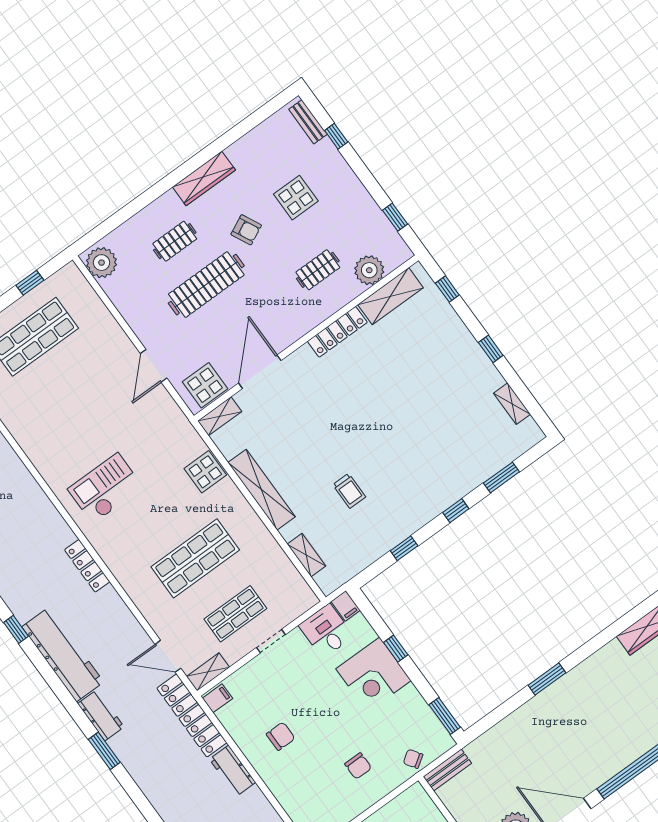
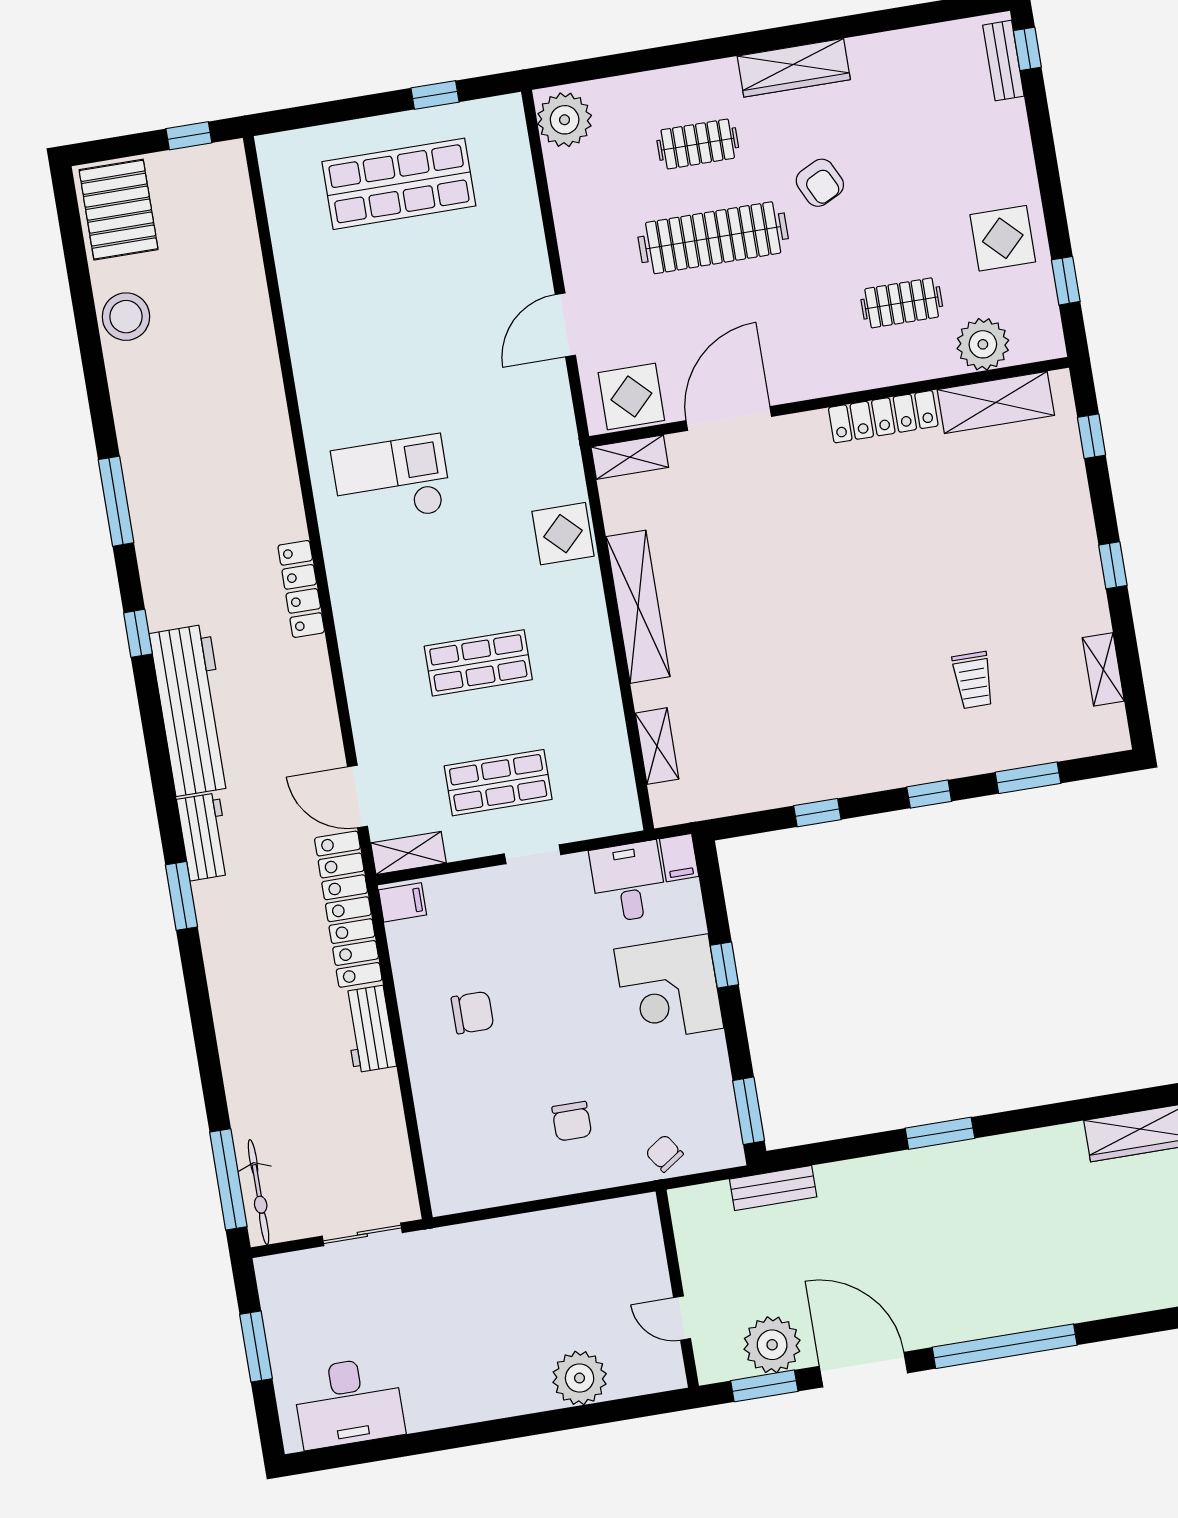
window: (336, 136) -> (1027, 49), moved
display table: (296, 198) -> (1003, 238), moved
trolley: (349, 491) -> (973, 680), moved
shop shelf: (195, 558) -> (478, 663), width x0.70, depth x0.74
bench: (447, 770) -> (773, 1188), moved

